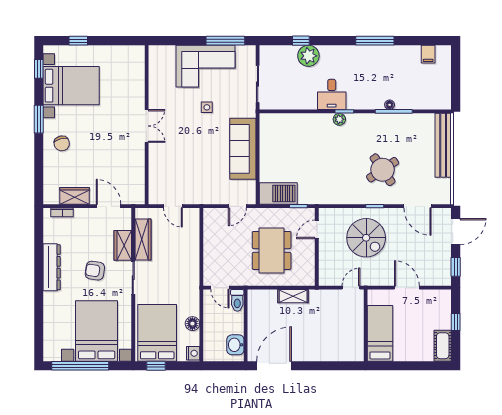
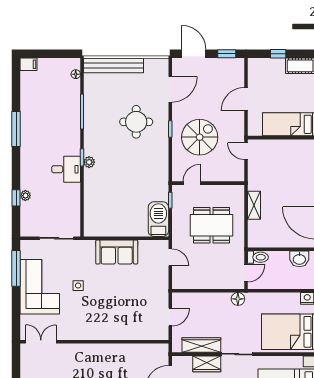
filing cabinet: (428, 54) -> (29, 64), moved
plant: (308, 56) -> (25, 196), width x0.53, depth x0.53
floor lamp: (390, 105) -> (76, 74), moved
double door: (147, 126) -> (41, 342), moved
sofa: (243, 149) -> (117, 252), width x0.73
round table: (383, 170) -> (136, 122), turned 34
door: (317, 229) -> (192, 183), swing flipped
floor lamp: (192, 324) -> (238, 299), moved

